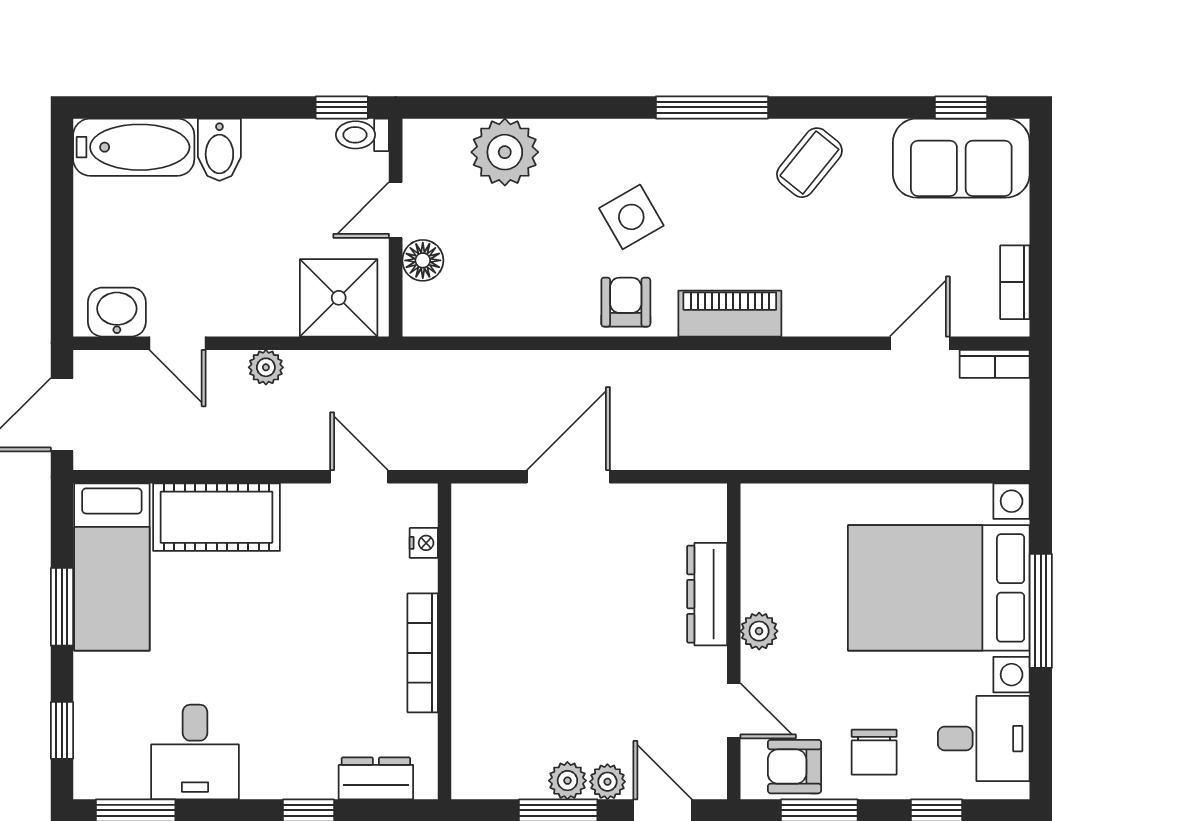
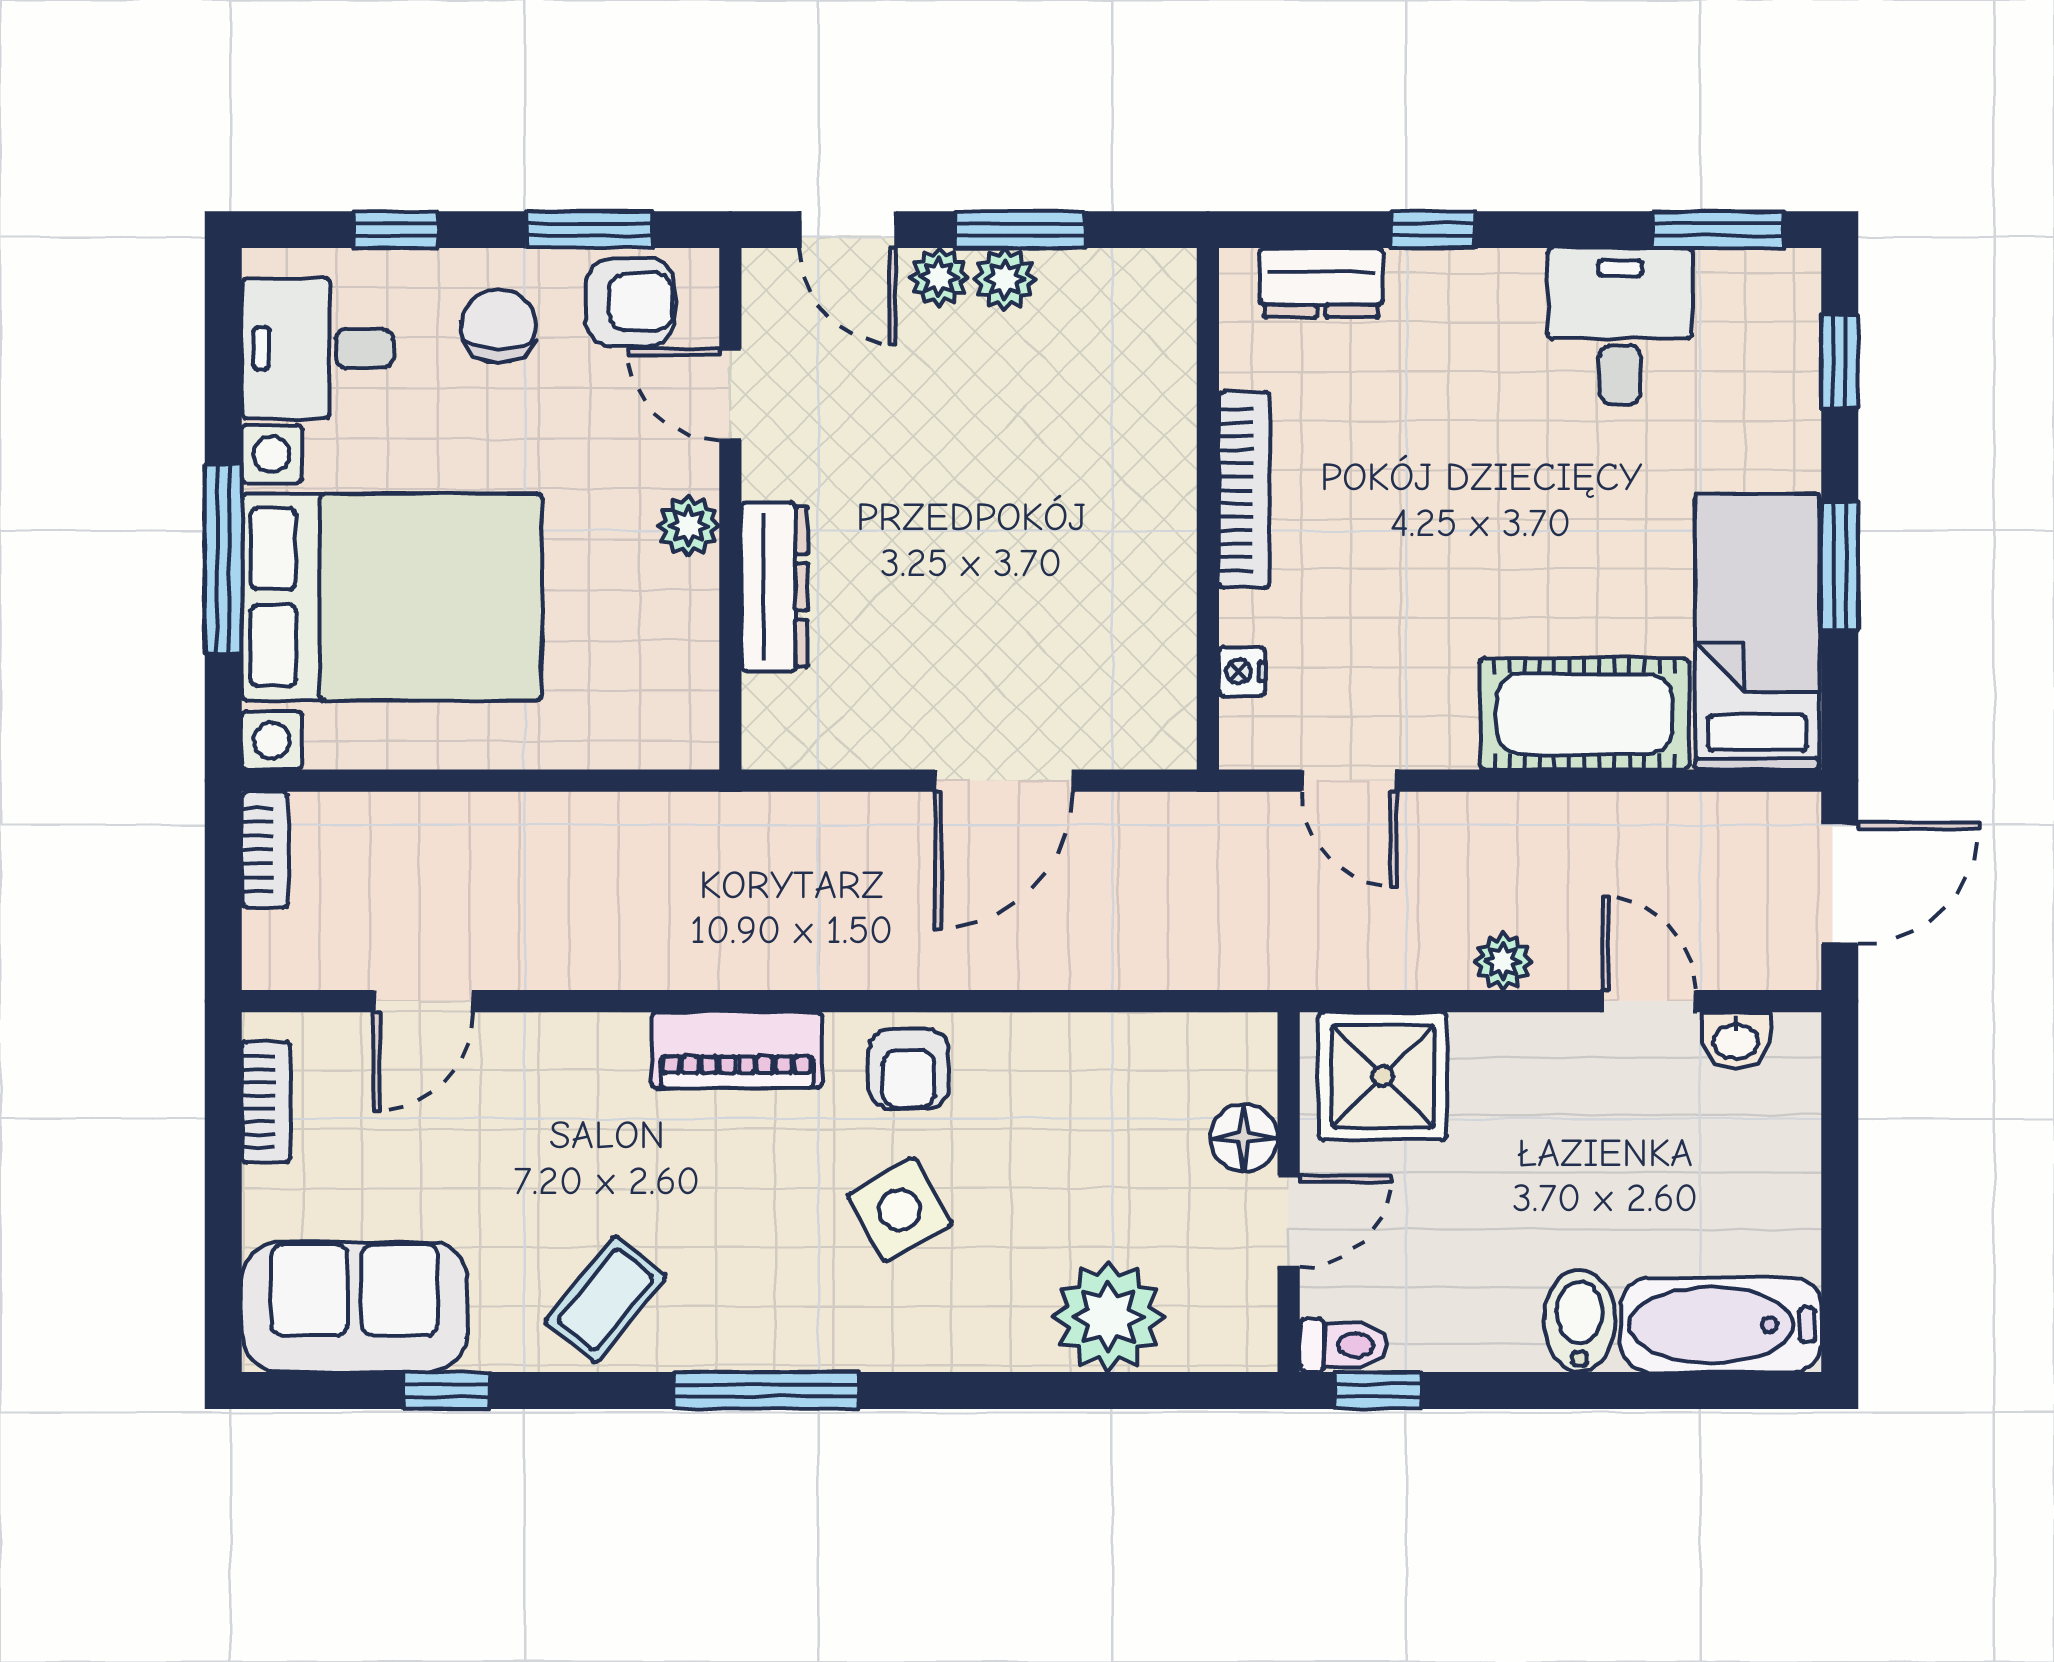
window: (961, 107) -> (447, 1391), moved
washbasin: (117, 312) -> (1736, 1040), width x0.72, depth x0.69
bookcase: (995, 364) -> (265, 850), moved, turned 90

